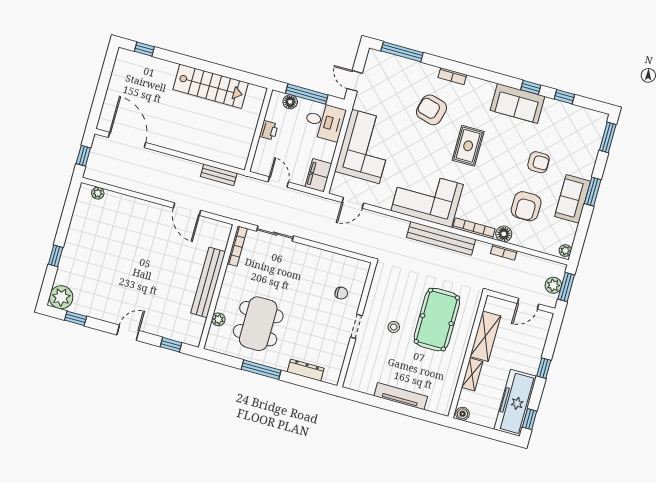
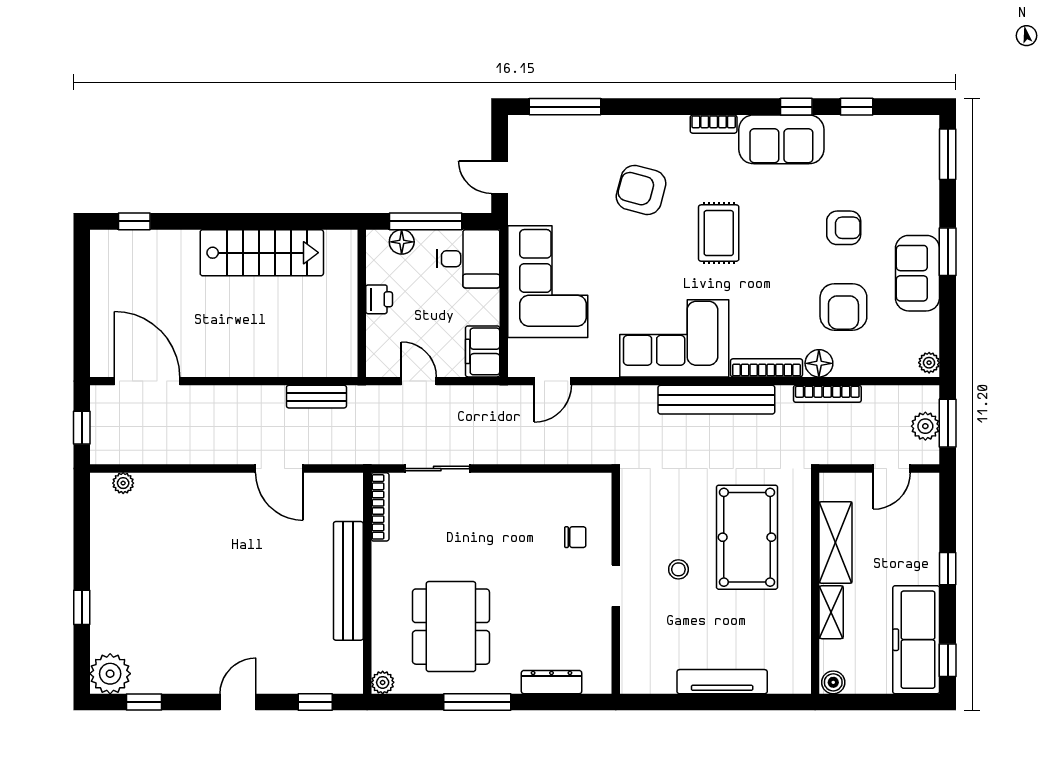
bookcase: (452, 76) -> (714, 124), moved
bookcase: (504, 252) -> (827, 394), width x1.56
plant: (218, 319) -> (383, 682), moved

